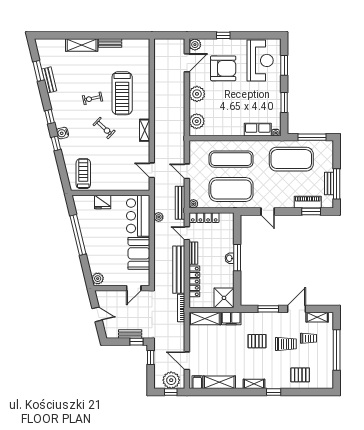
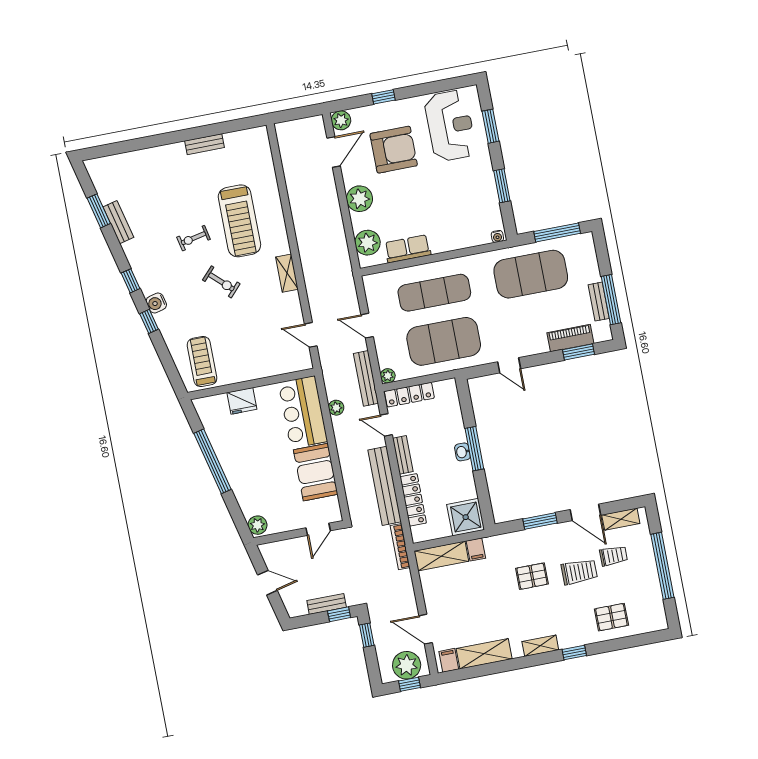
shelving: (82, 45) -> (160, 156), removed
row of seats: (258, 130) -> (408, 249), moved
door: (297, 309) -> (585, 512), swing flipped
filing cabinet: (231, 319) -> (476, 549), width x0.50

